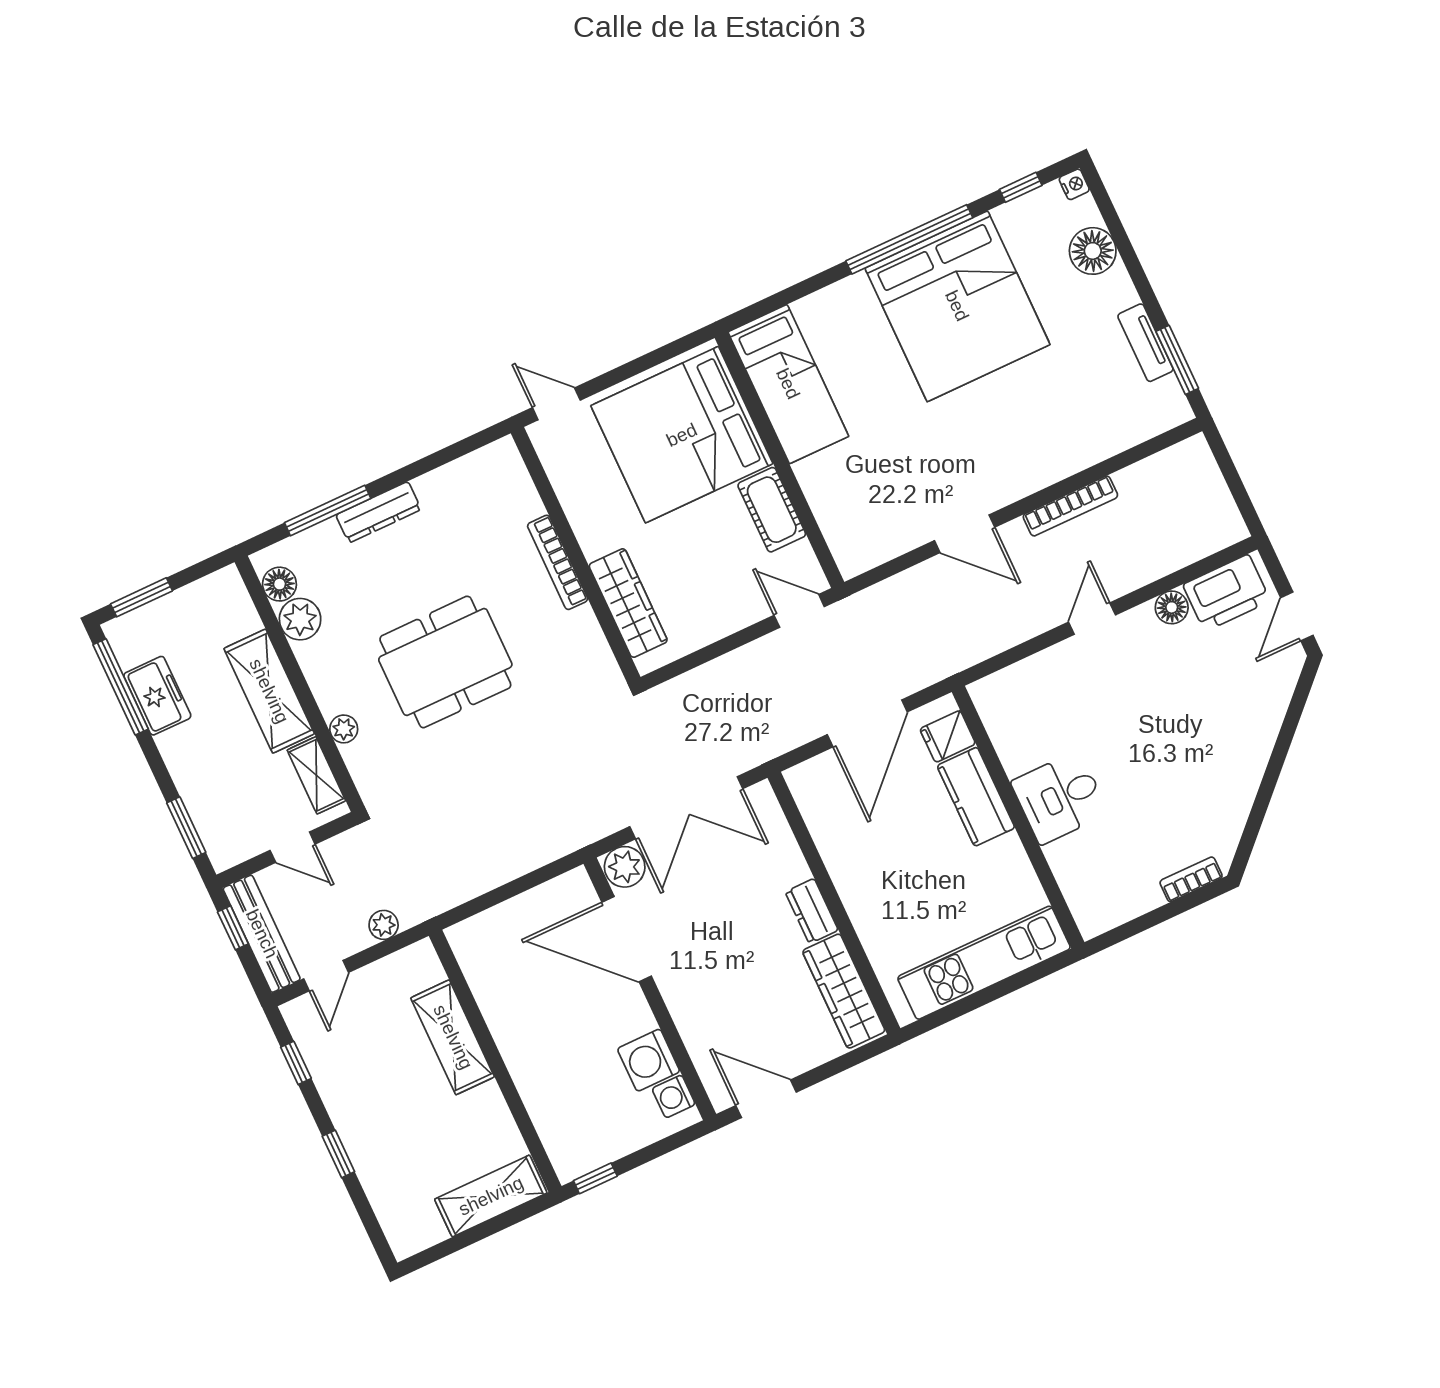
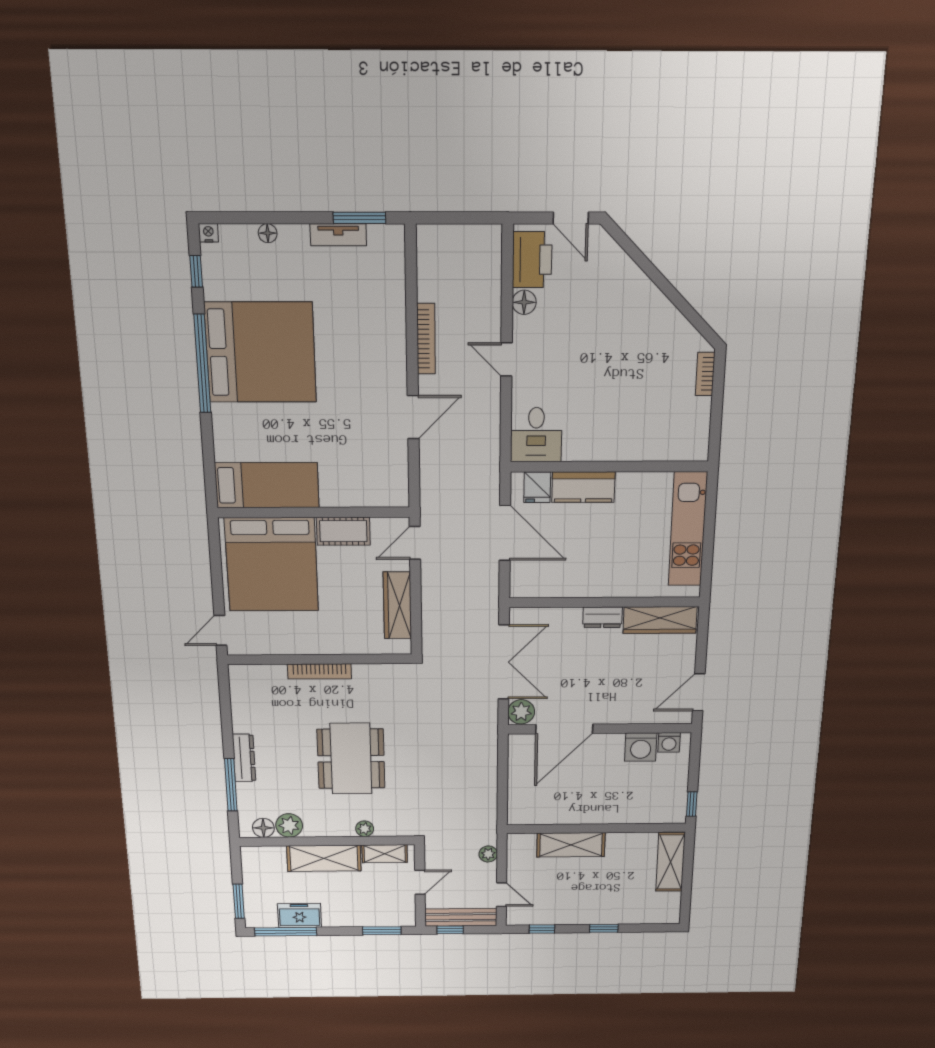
floor lamp: (1093, 251) -> (268, 233), width x0.53, depth x0.53
wardrobe: (628, 603) -> (397, 605), moved, turned -90
desk: (1060, 798) -> (536, 435), moved

